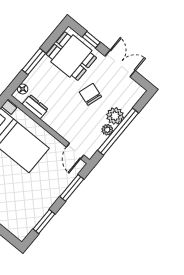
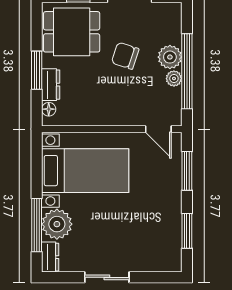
dresser: (35, 107) -> (51, 85), moved, turned 90

